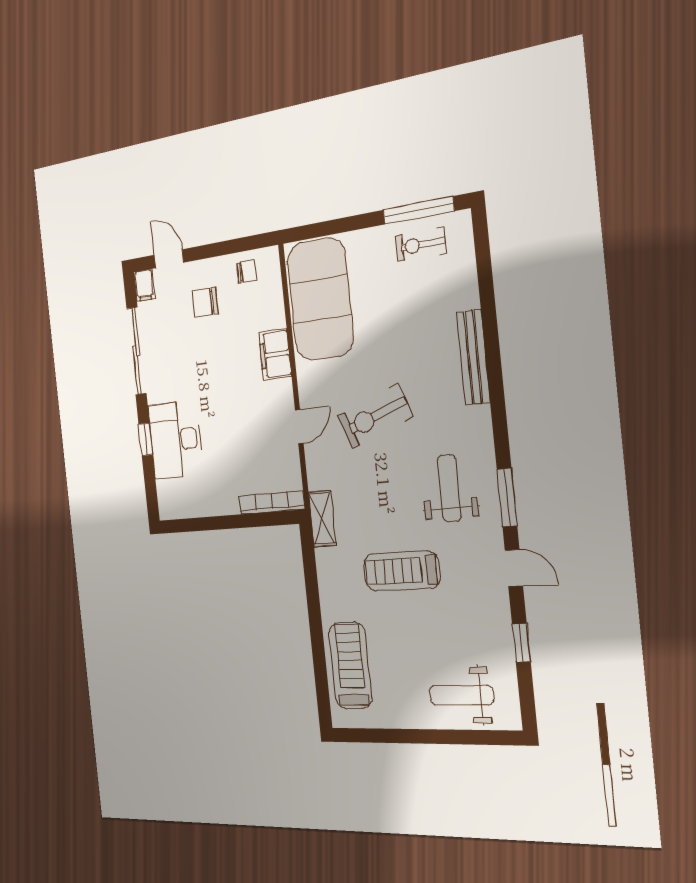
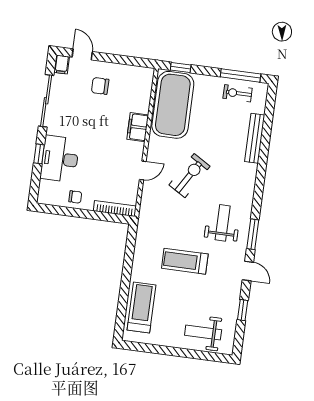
window: (318, 230) -> (181, 67), added
chair: (246, 272) -> (75, 197), moved
bench: (473, 357) -> (255, 138), moved
exercise bike: (375, 416) -> (190, 176), turned 141
shelving: (322, 519) -> (144, 224), removed

